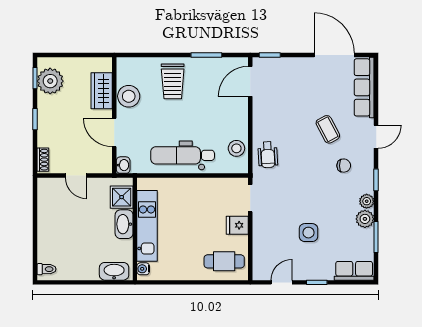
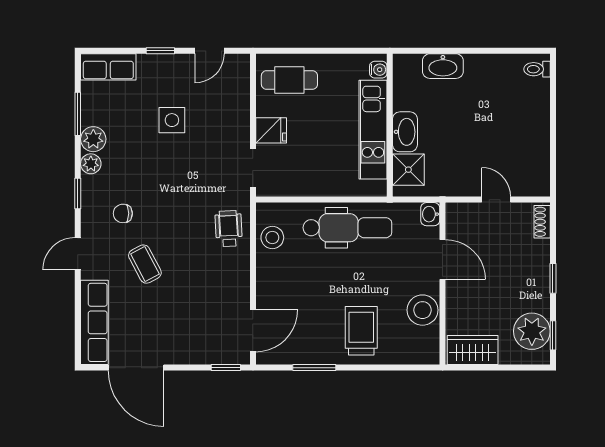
wardrobe: (102, 91) -> (473, 350), moved, turned -90
shower: (122, 197) -> (408, 170), moved
washbasin: (124, 224) -> (405, 132), moved
kitchen unit: (147, 226) -> (373, 130), moved
wall: (135, 229) -> (390, 125), moved
water cooler: (143, 269) -> (378, 70), moved

